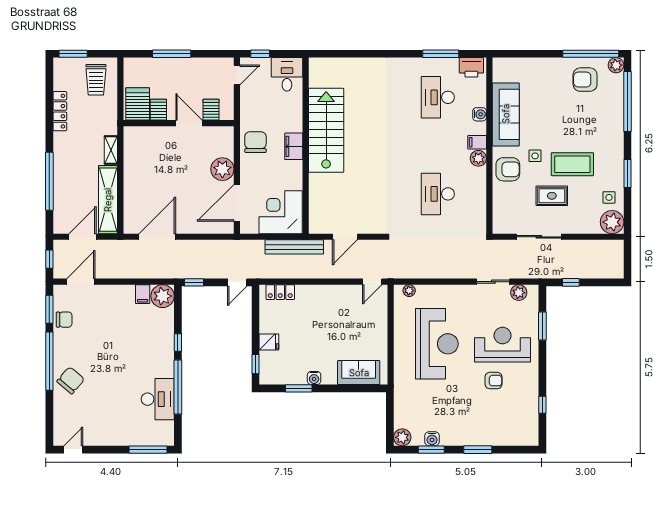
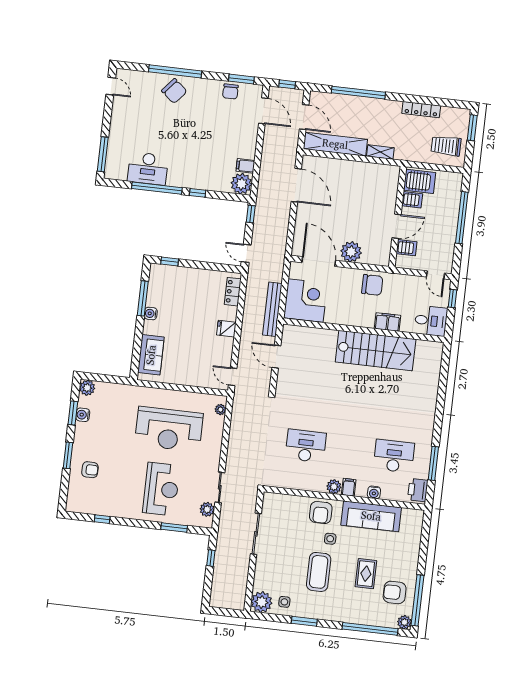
window: (172, 54) -> (462, 218), width x1.46
armchair: (585, 80) -> (395, 592), turned -90
filing cabinet: (294, 146) -> (387, 322), moved
rug: (552, 196) -> (366, 574), moved
fridge: (269, 342) -> (226, 329), moved, turned 90
window: (49, 361) -> (175, 71), moved
armchair: (493, 381) -> (90, 470), moved, turned -90
window: (299, 388) -> (143, 298), width x1.44

